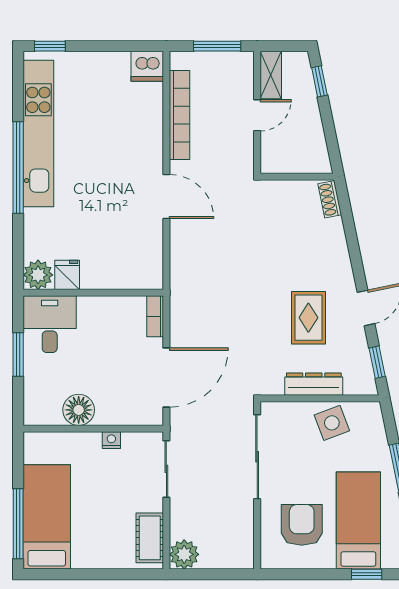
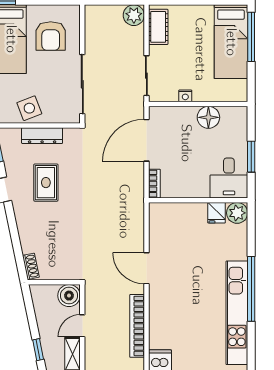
boiler: (276, 158) -> (69, 296), added

